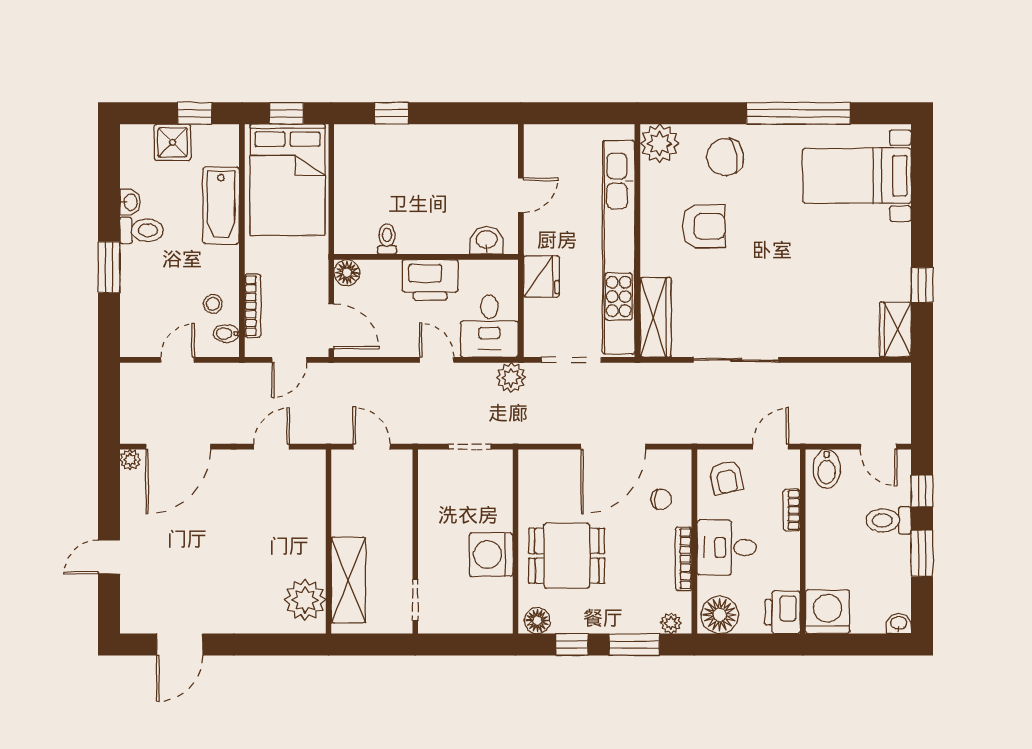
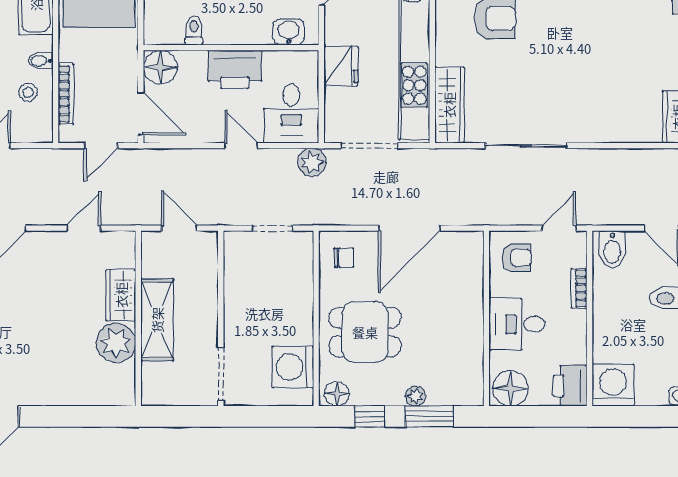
floor lamp: (347, 273) -> (160, 67), width x1.38, depth x1.38
bidet: (226, 334) -> (41, 61), moved
armchair: (726, 478) -> (517, 258), turned -78
chair: (661, 499) -> (344, 258), moved
wardrobe: (310, 517) -> (121, 295), added
washing machine: (491, 555) -> (293, 367), moved
bookcase: (684, 559) -> (476, 335), removed
shelving: (348, 580) -> (157, 320), moved
plant: (305, 600) -> (116, 343), moved
doorway: (415, 600) -> (221, 374), width x1.38
plant: (671, 623) -> (416, 396), moved

